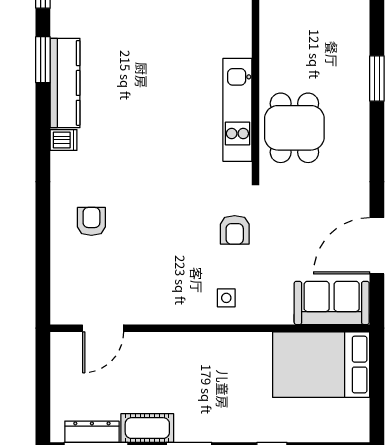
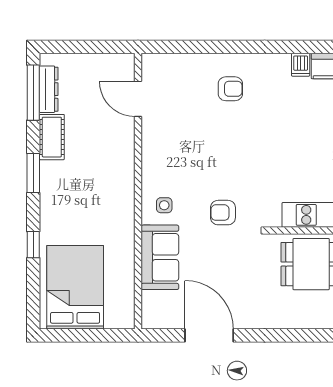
sofa: (332, 303) -> (160, 257), moved
bed: (321, 365) -> (75, 287), moved

